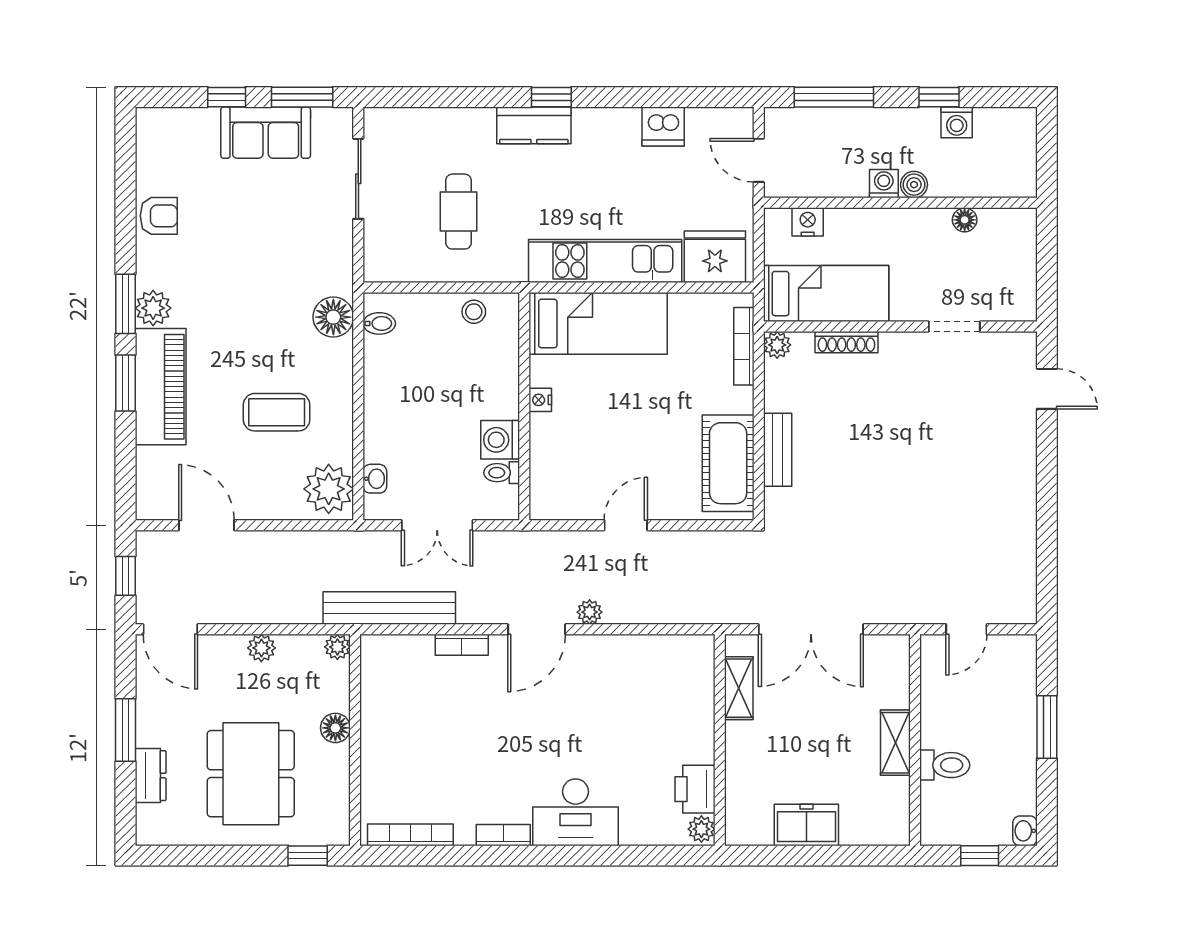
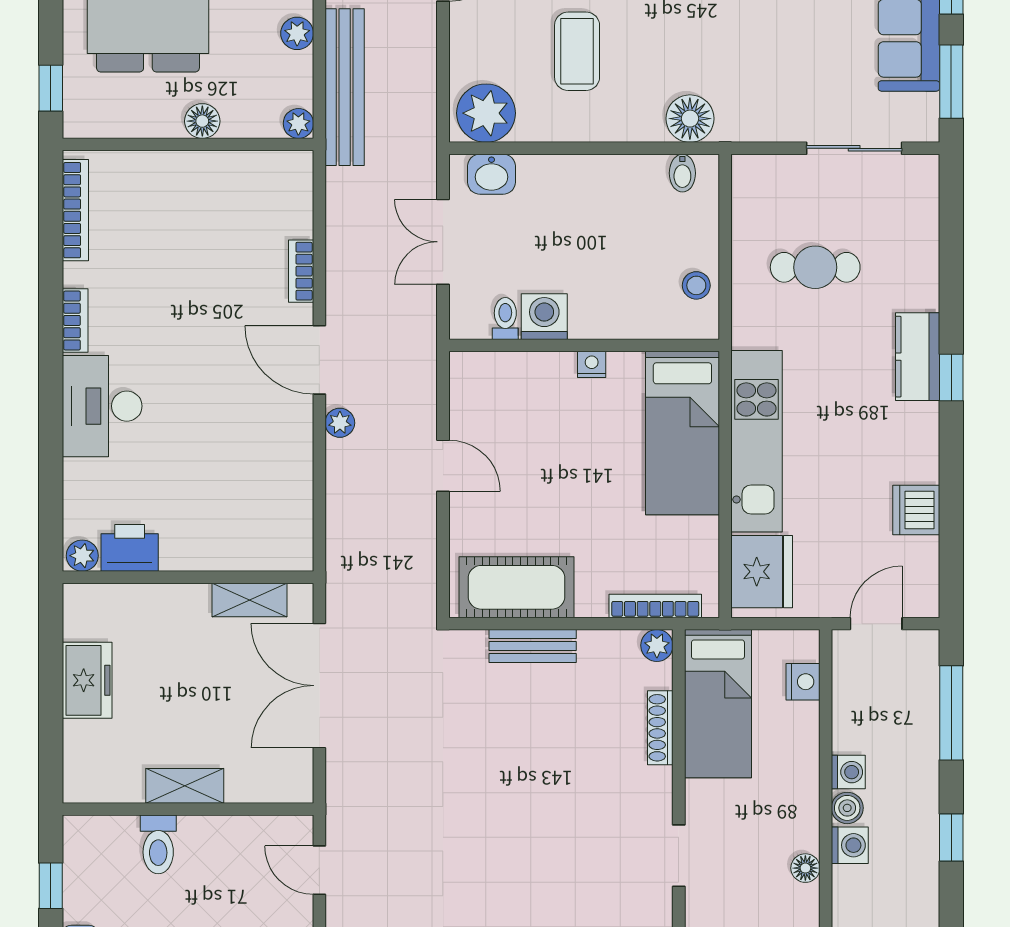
washing machine: (957, 122) -> (850, 845), moved, turned 180
washbasin: (375, 479) -> (491, 174), width x1.38, depth x1.45
bench: (389, 608) -> (345, 87), moved

